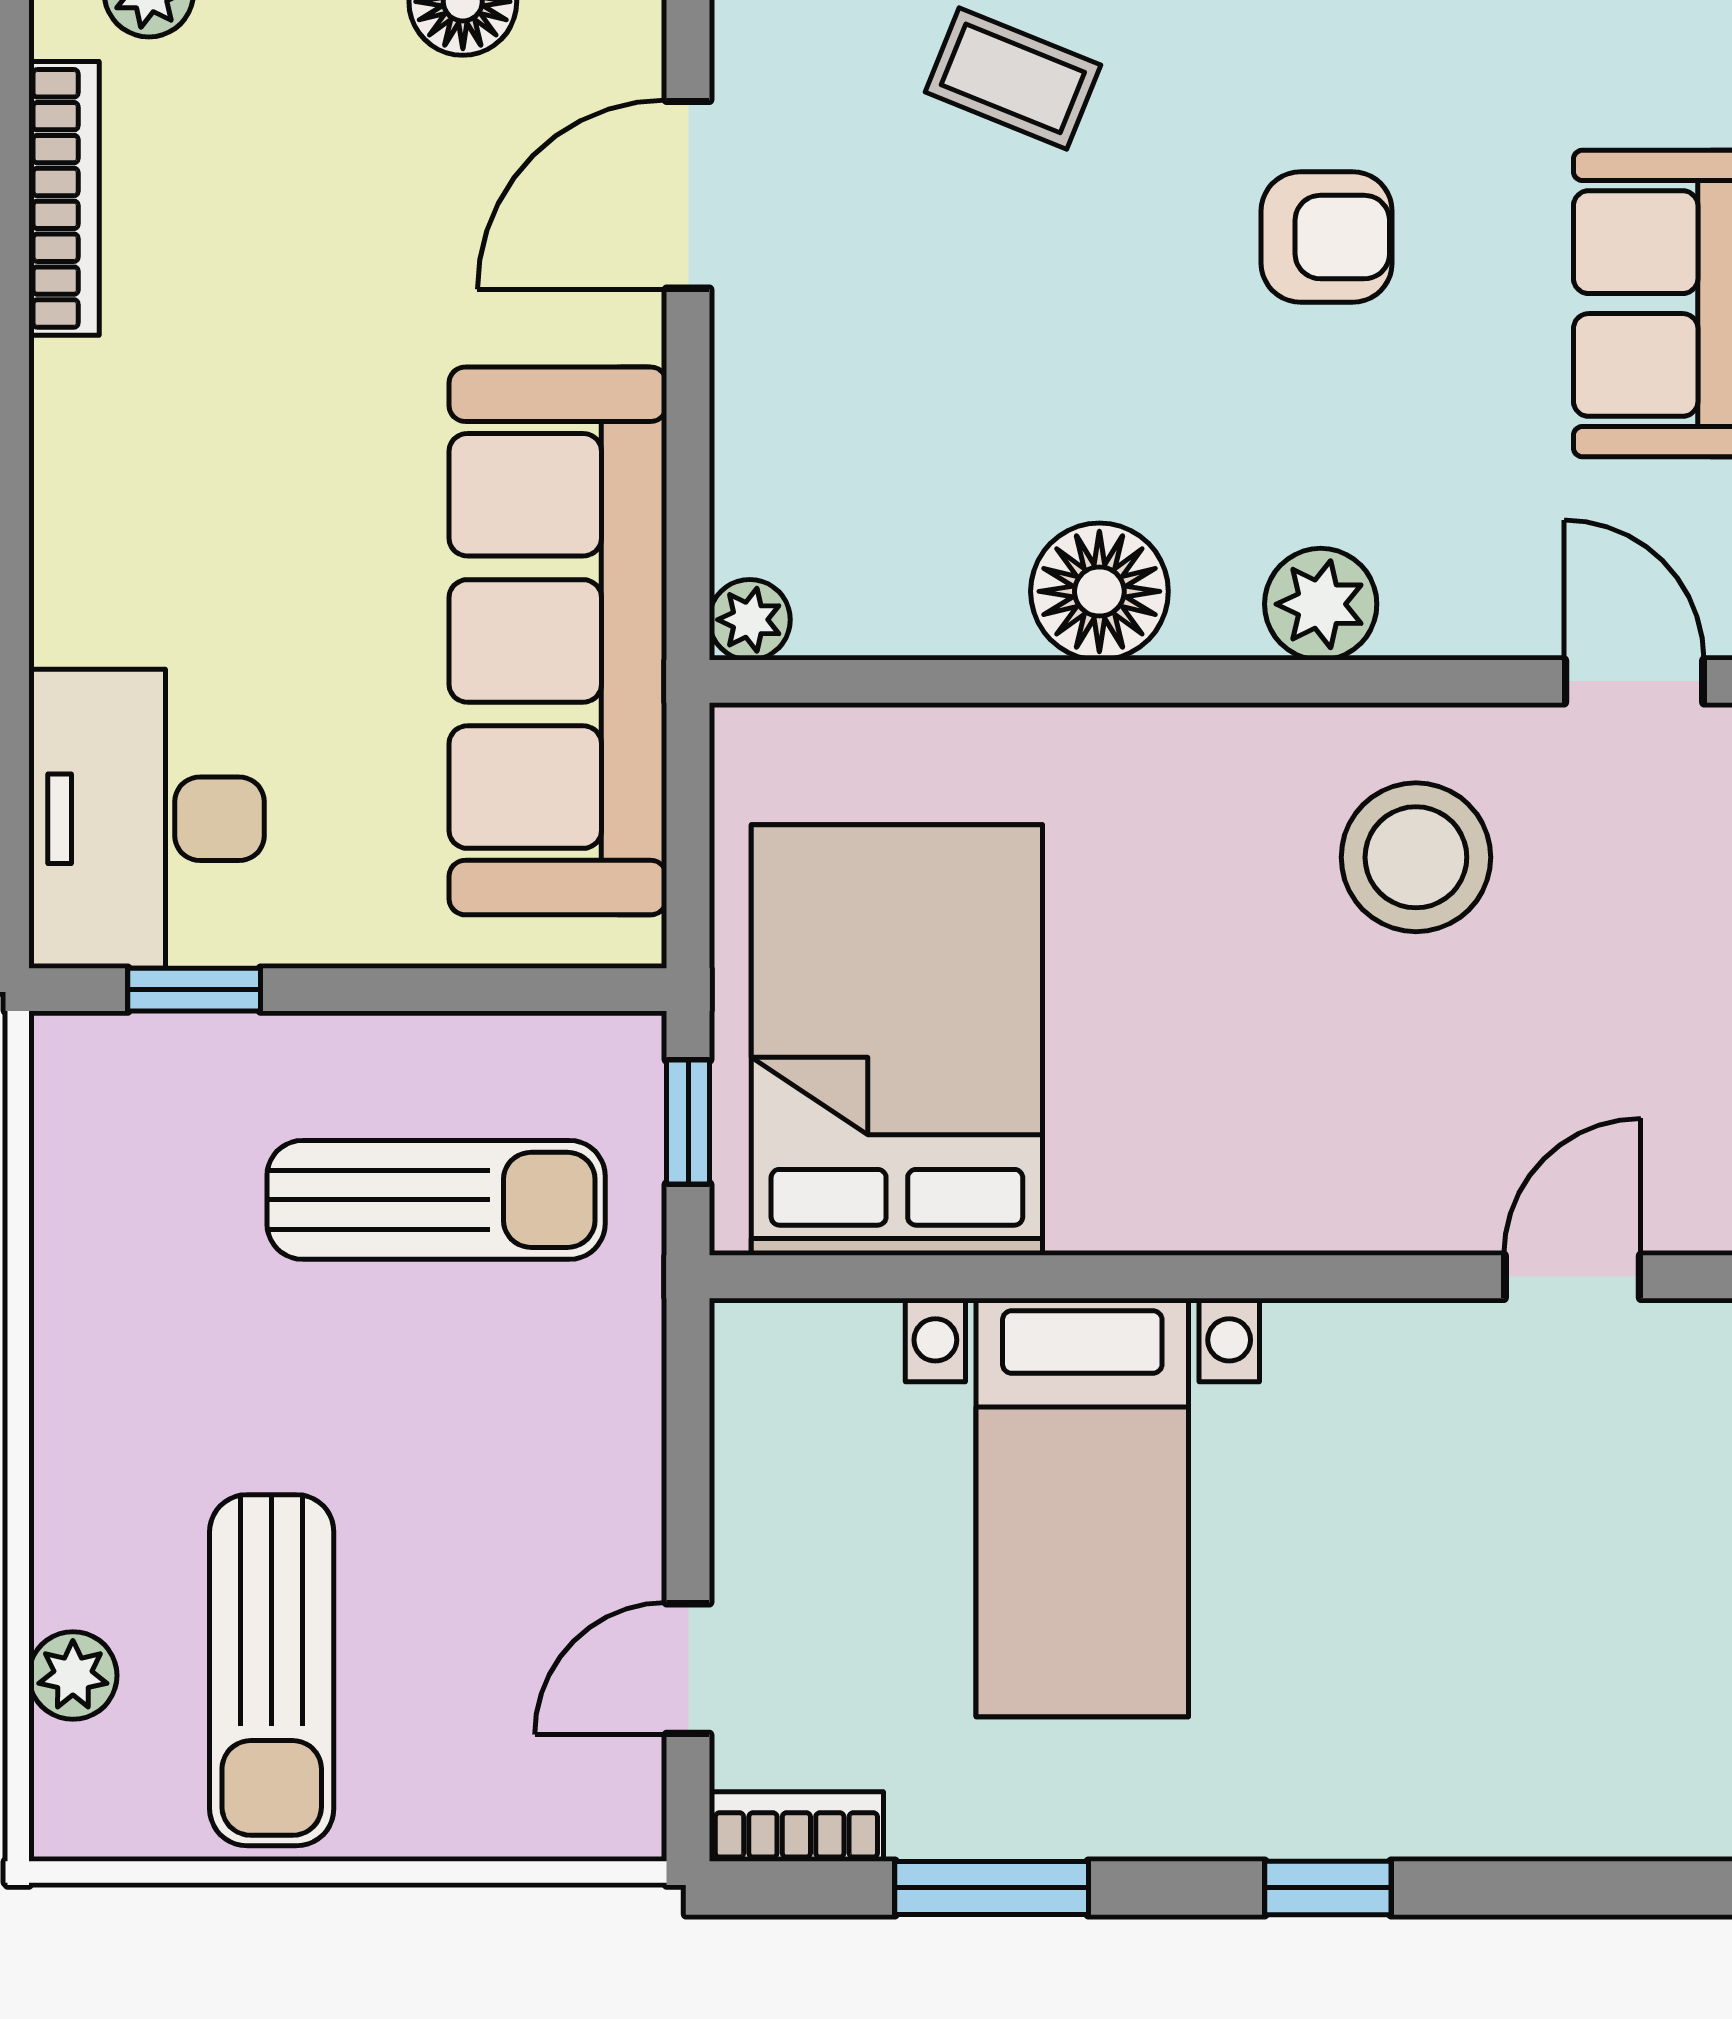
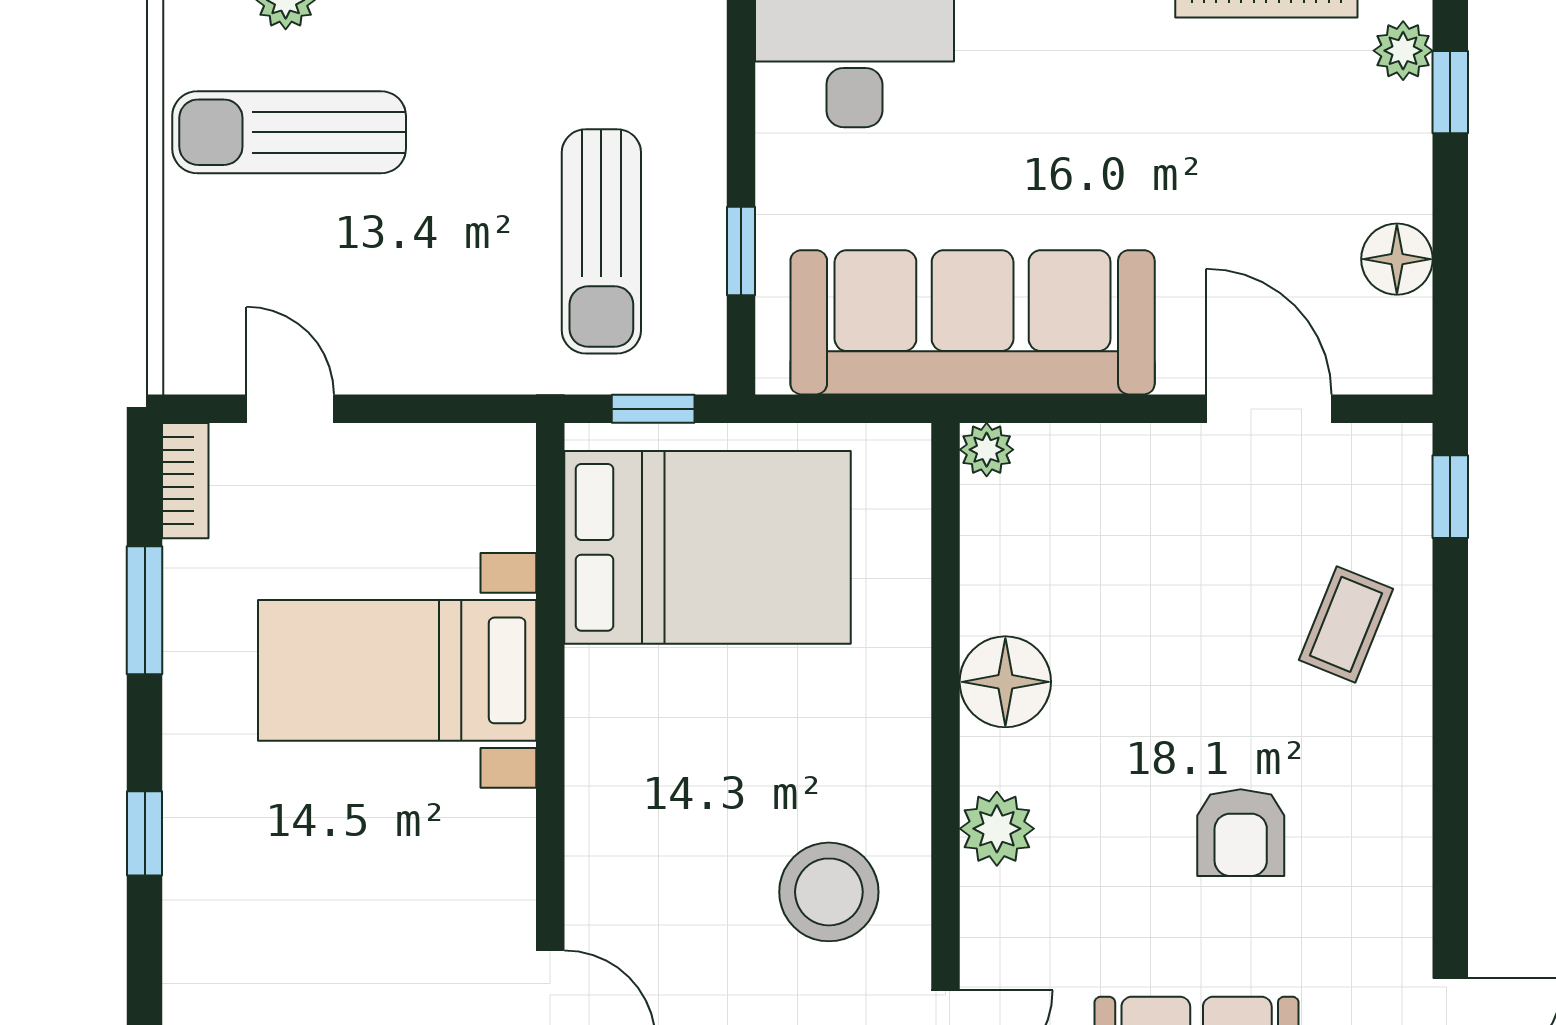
window: (194, 990) -> (741, 251), moved

